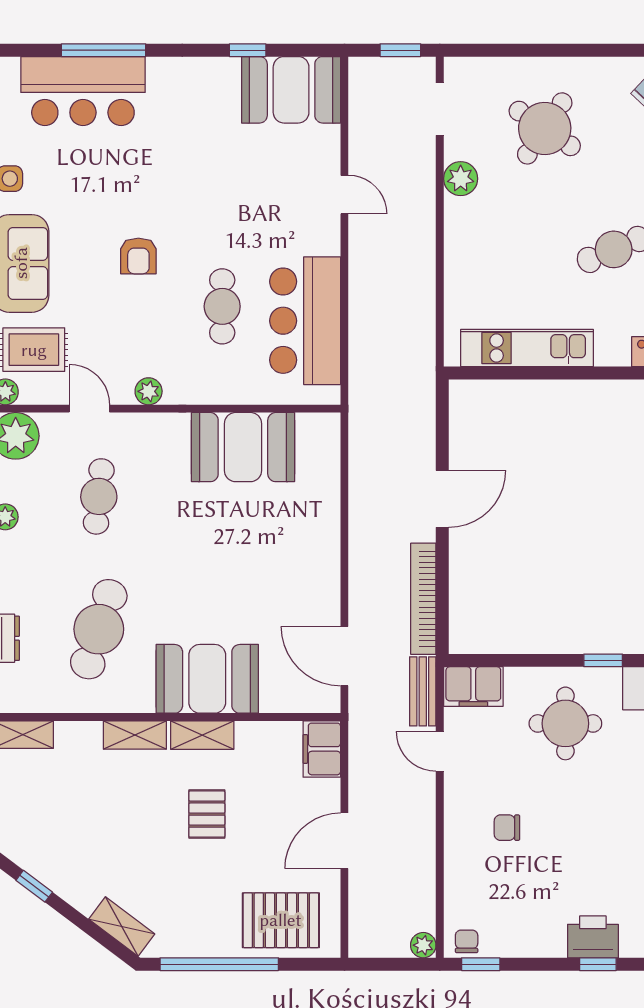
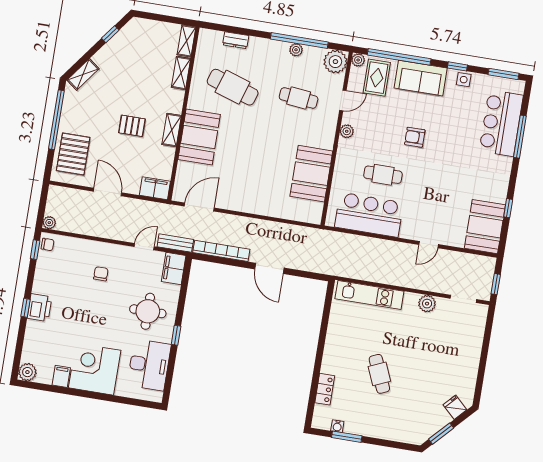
round table: (545, 128) -> (445, 349), removed
kitchen unit: (527, 348) -> (369, 295), moved, turned 90
shelving: (135, 735) -> (181, 73), moved

